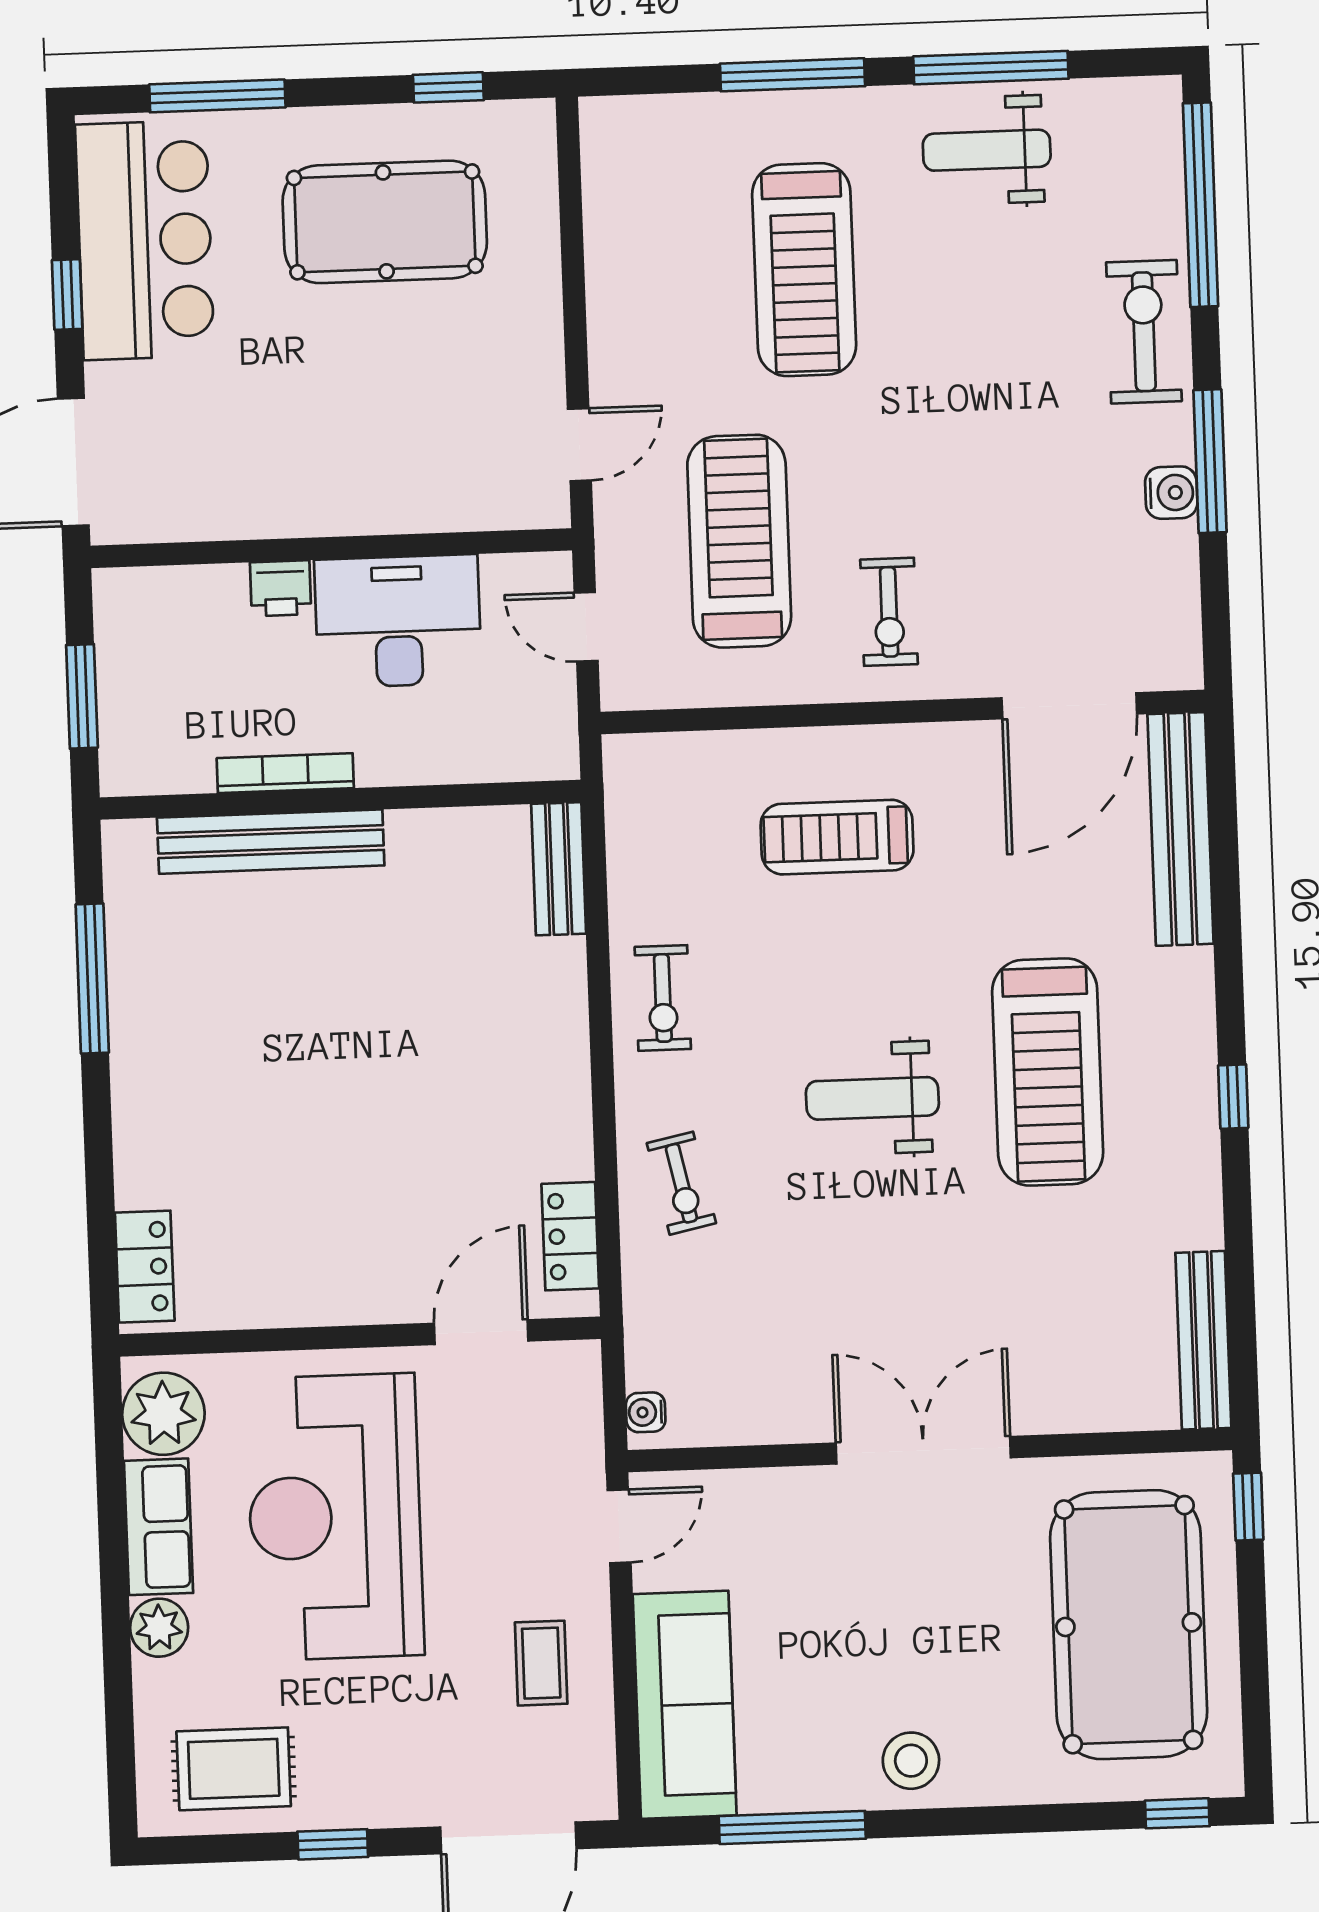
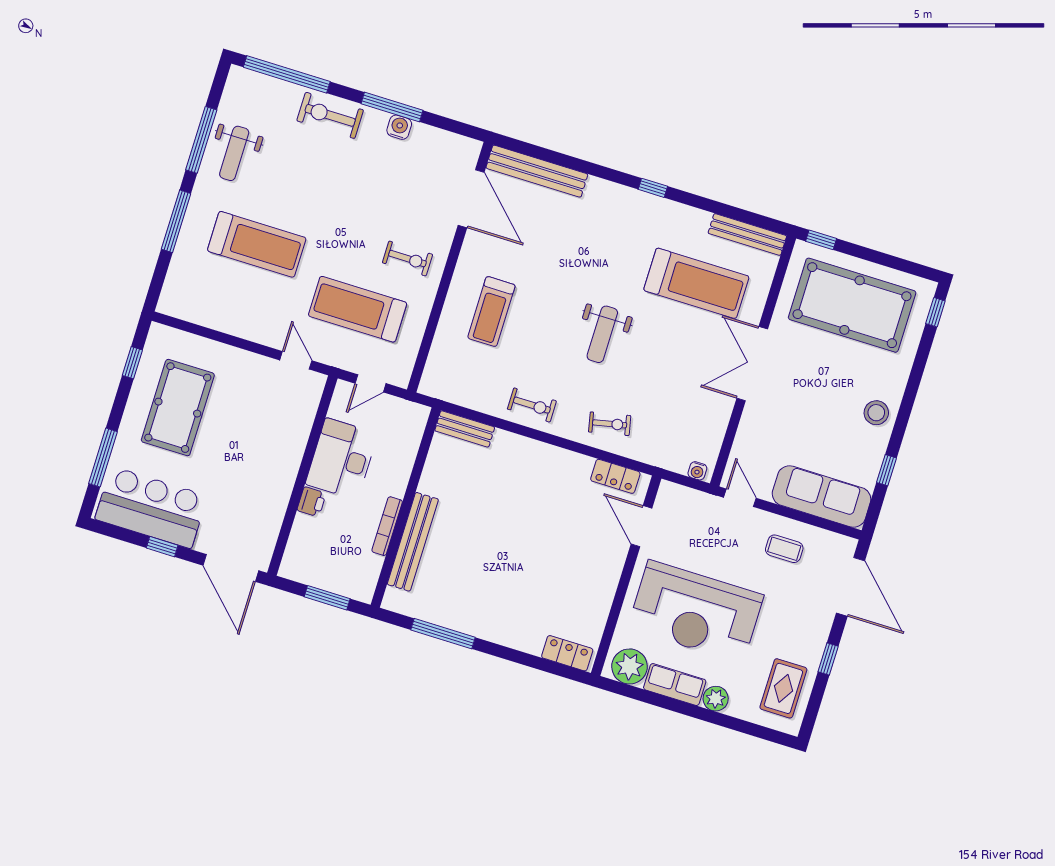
treadmill: (1048, 1072) -> (696, 283), moved
window: (792, 1827) -> (887, 470), width x0.46

